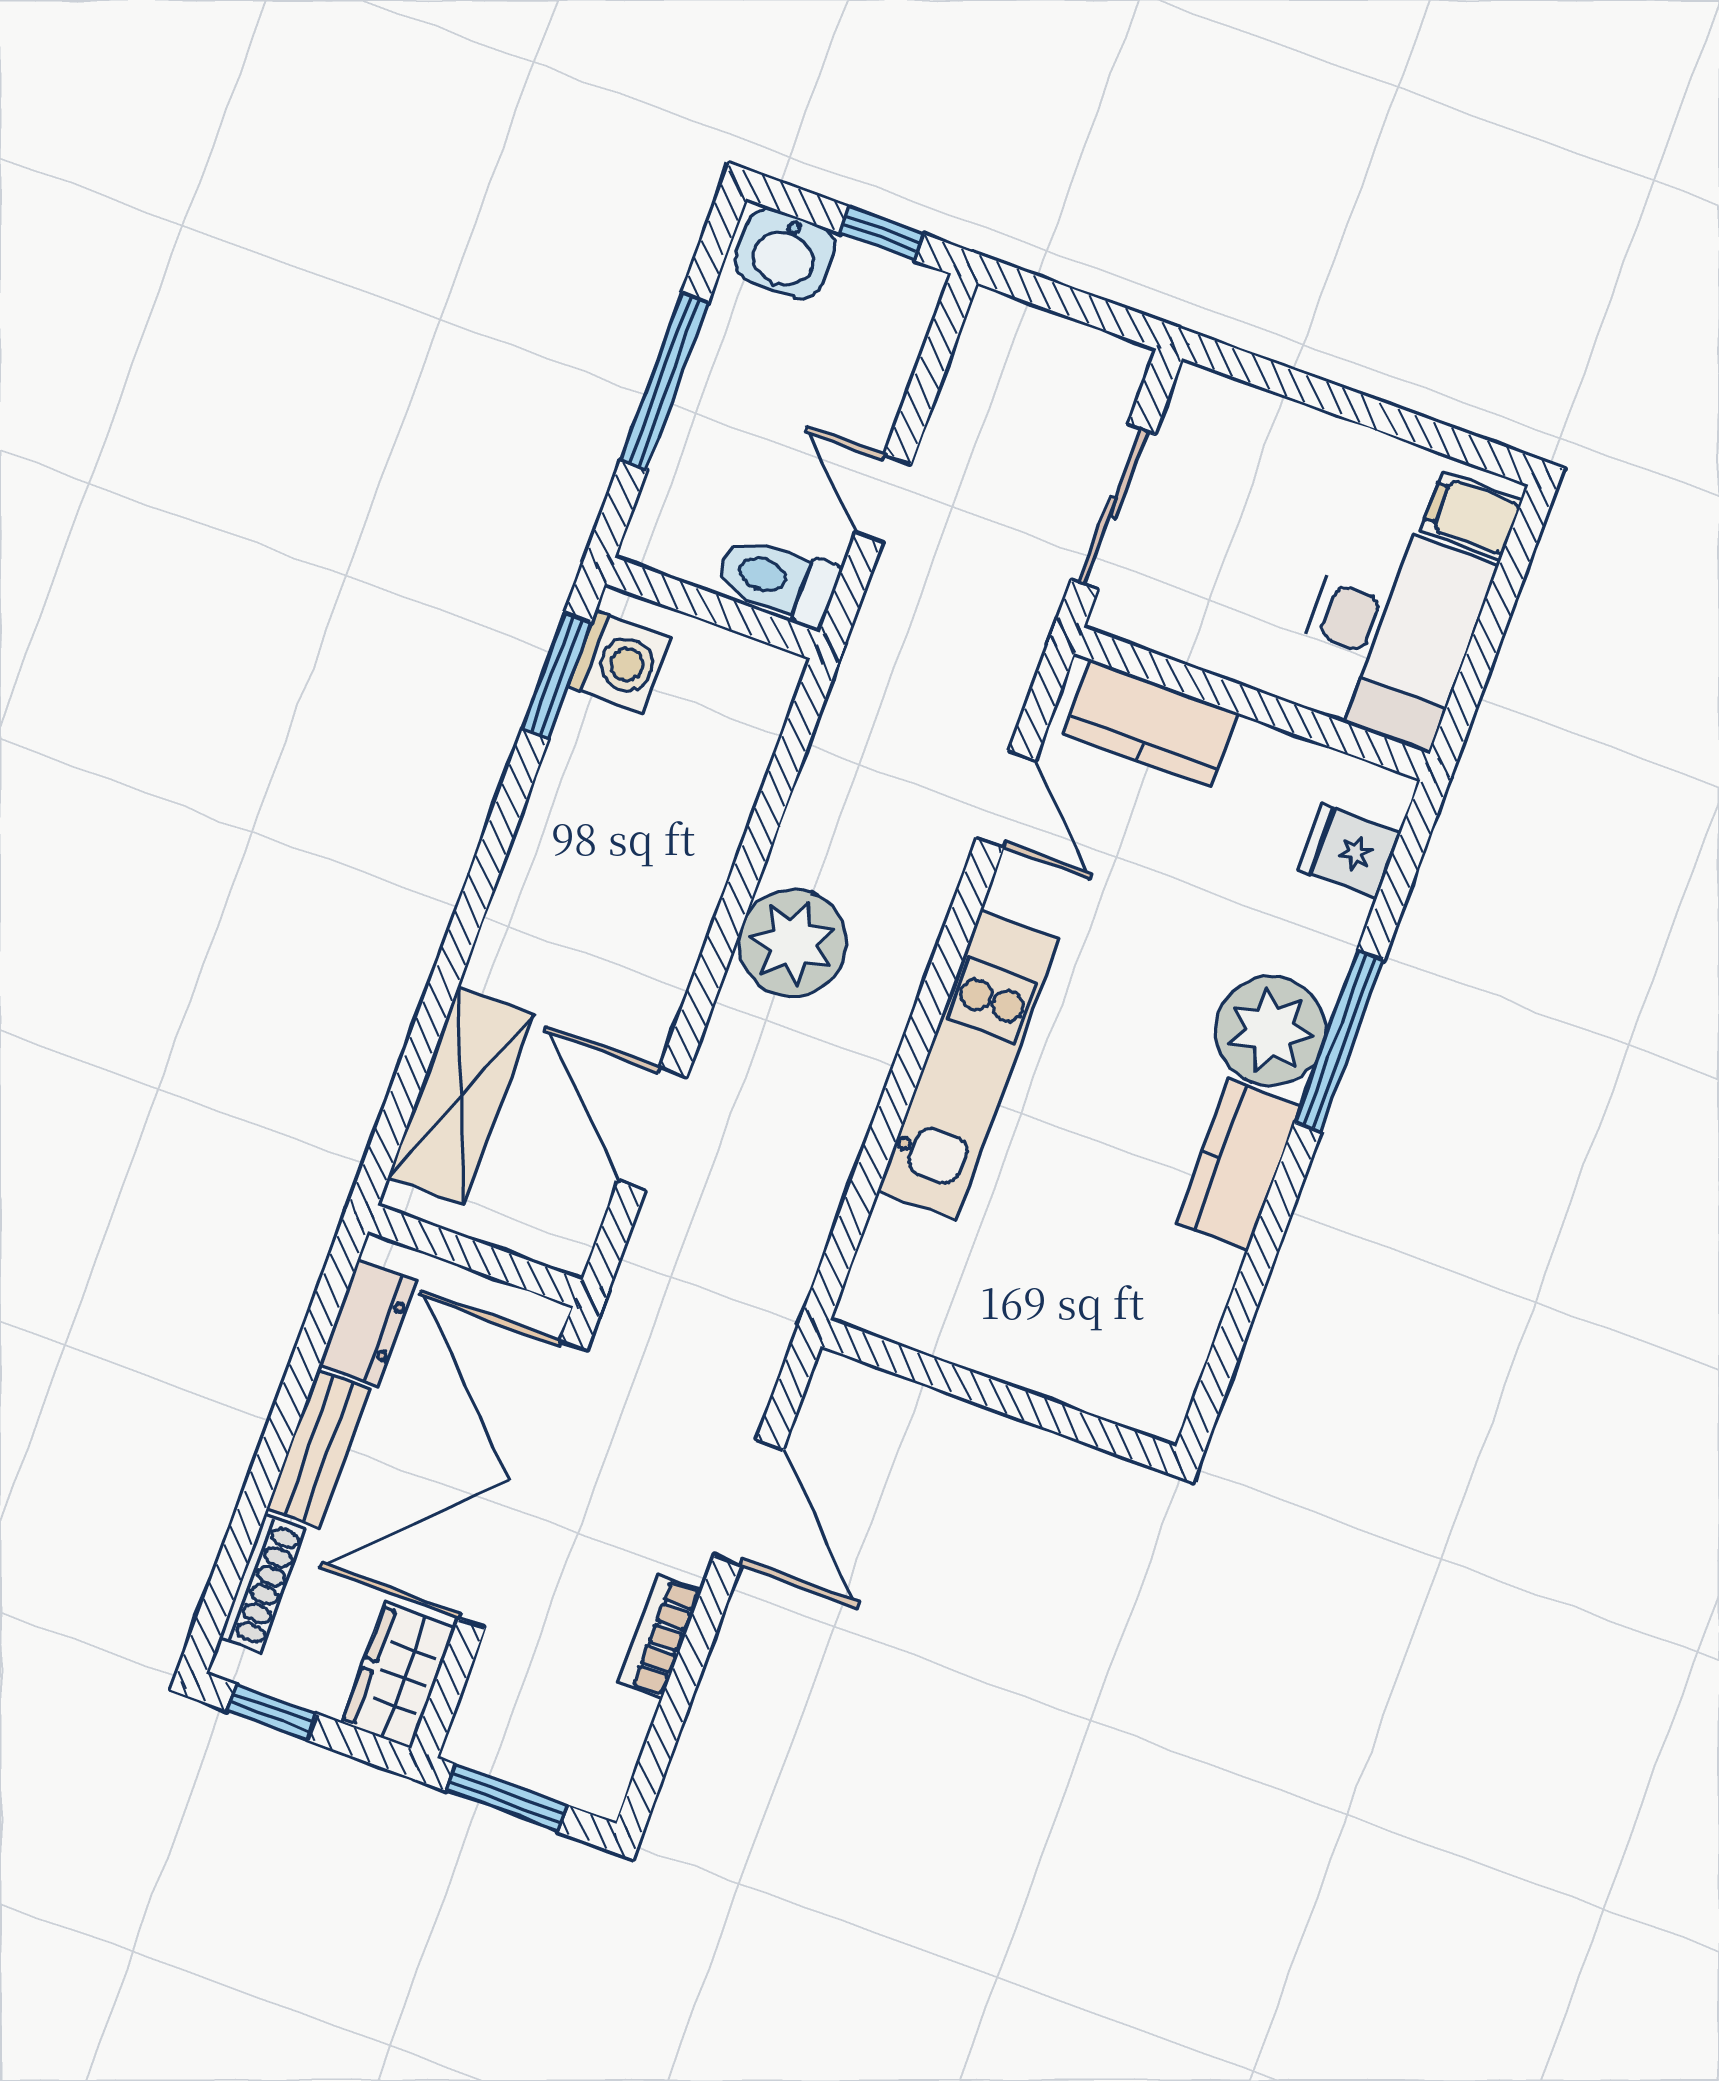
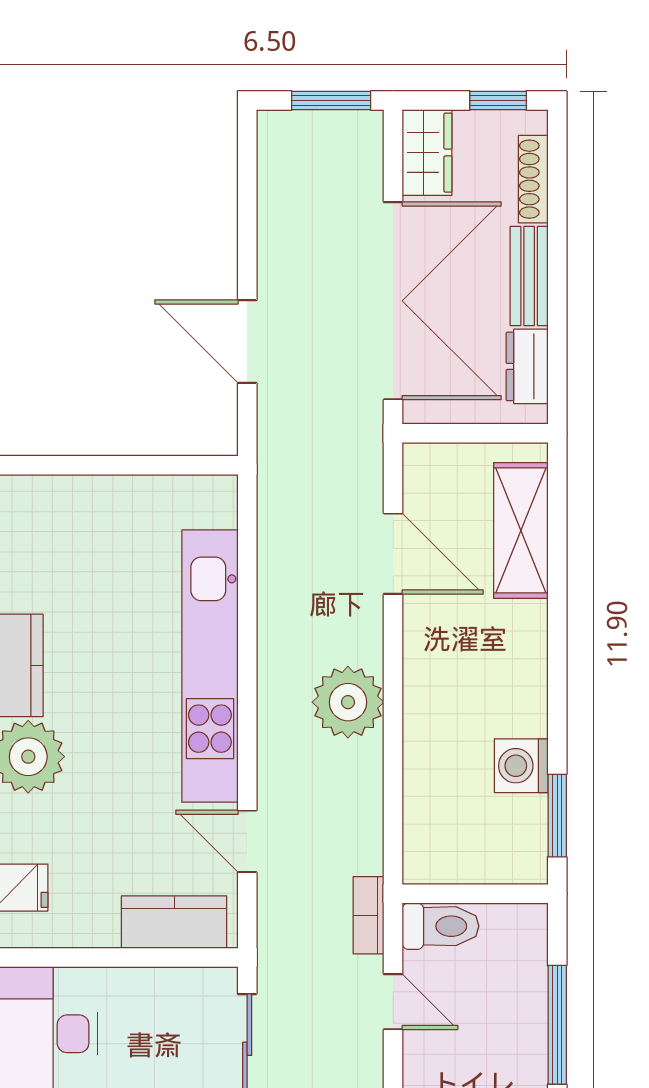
washing machine: (619, 662) -> (521, 766), moved
kitchen unit: (968, 1065) -> (210, 666), width x1.36
bookcase: (661, 1636) -> (368, 915), moved, turned 180

